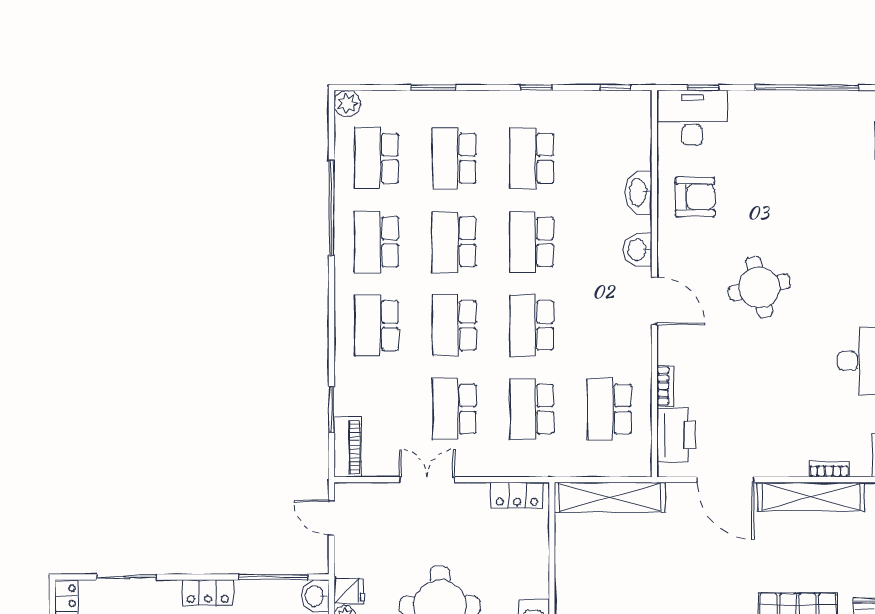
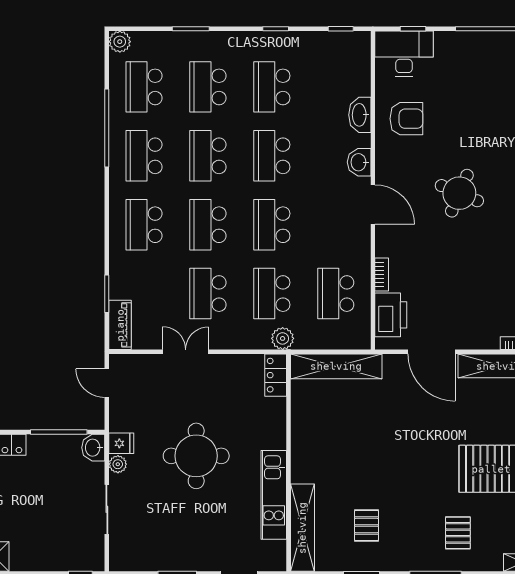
round table: (759, 287) -> (459, 193), turned 36
plant: (545, 464) -> (283, 338), added
locker: (517, 495) -> (276, 375), moved, turned 90

